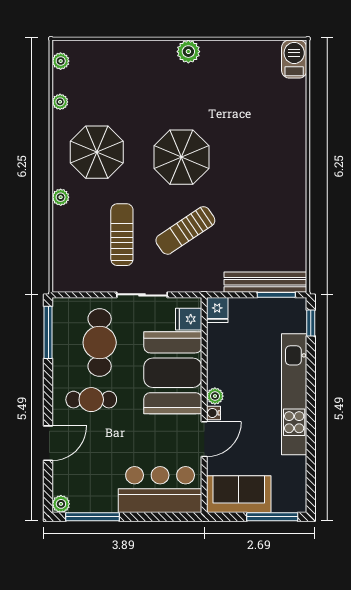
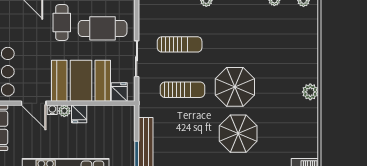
parasol: (97, 152) -> (238, 134), moved
sun lounger: (185, 230) -> (183, 90), turned 124
fridge: (217, 310) -> (79, 114), moved, turned -90

